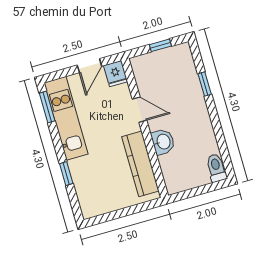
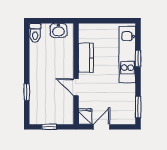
kitchen unit: (66, 118) -> (127, 54), moved
washbasin: (163, 142) -> (58, 30), moved, turned -90
kitchen counter: (140, 164) -> (86, 58), width x0.67

